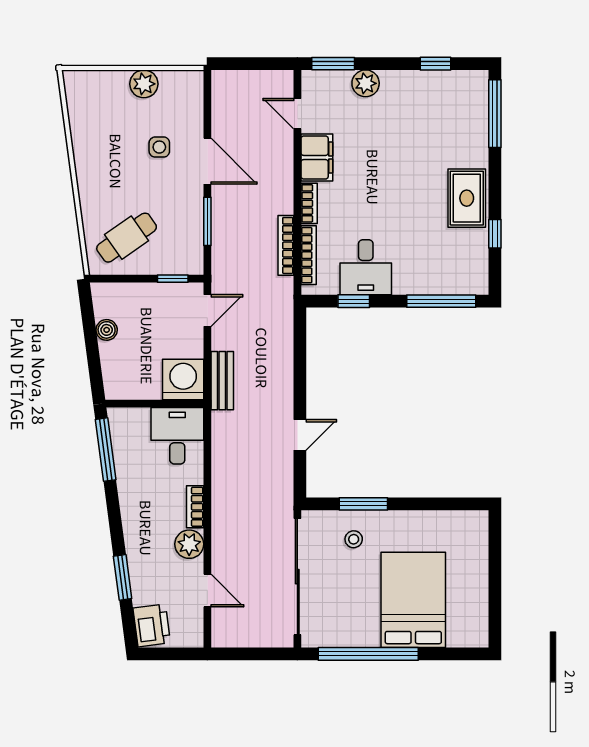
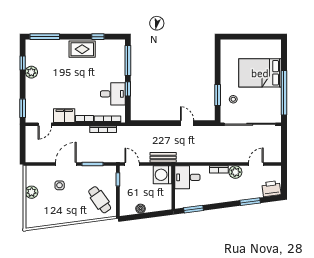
plant: (366, 83) -> (31, 72), moved
window: (354, 301) -> (128, 89), moved
window: (106, 450) -> (194, 209), width x0.69

